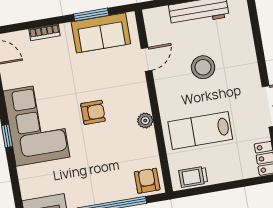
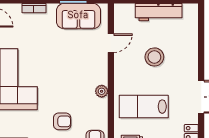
armchair: (93, 112) -> (62, 121), moved

